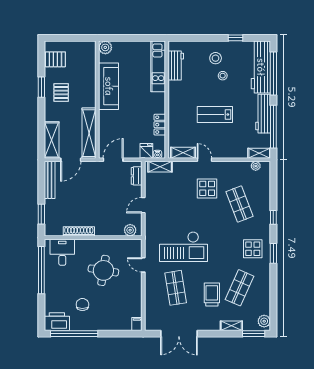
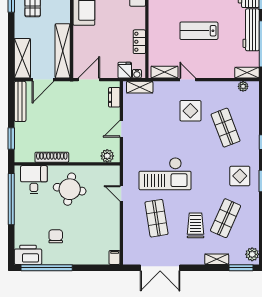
round table: (103, 270) -> (70, 189), moved

